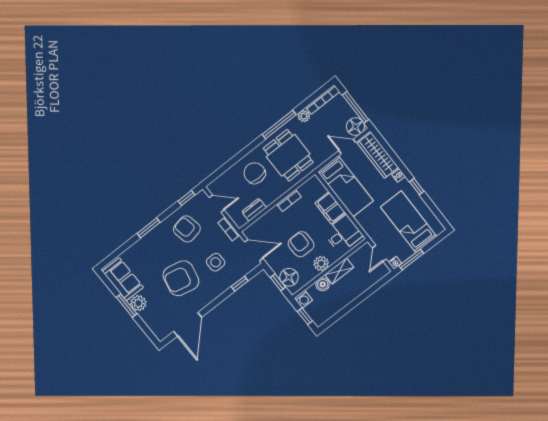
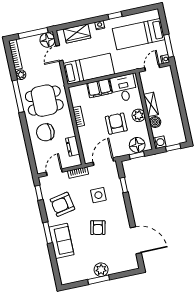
wardrobe: (378, 155) -> (77, 33), width x0.67
armchair: (301, 244) -> (116, 124), turned 90
door: (379, 253) -> (152, 68), swing flipped
armchair: (181, 278) -> (98, 228), width x0.53, depth x0.53
sofa: (123, 279) -> (61, 241), moved, turned 90

